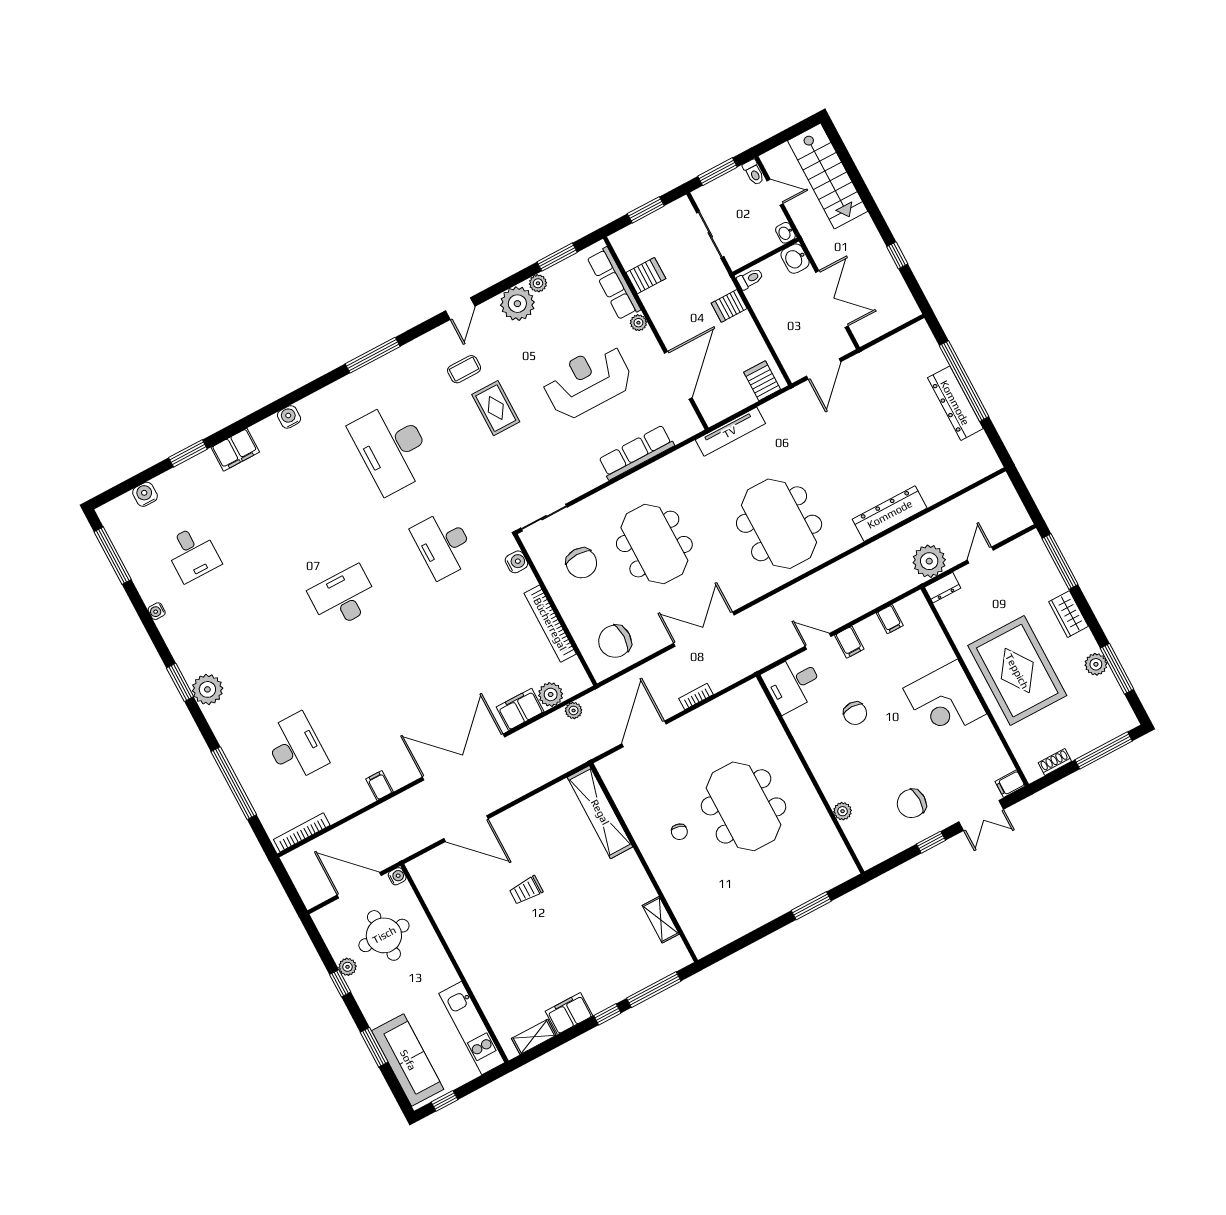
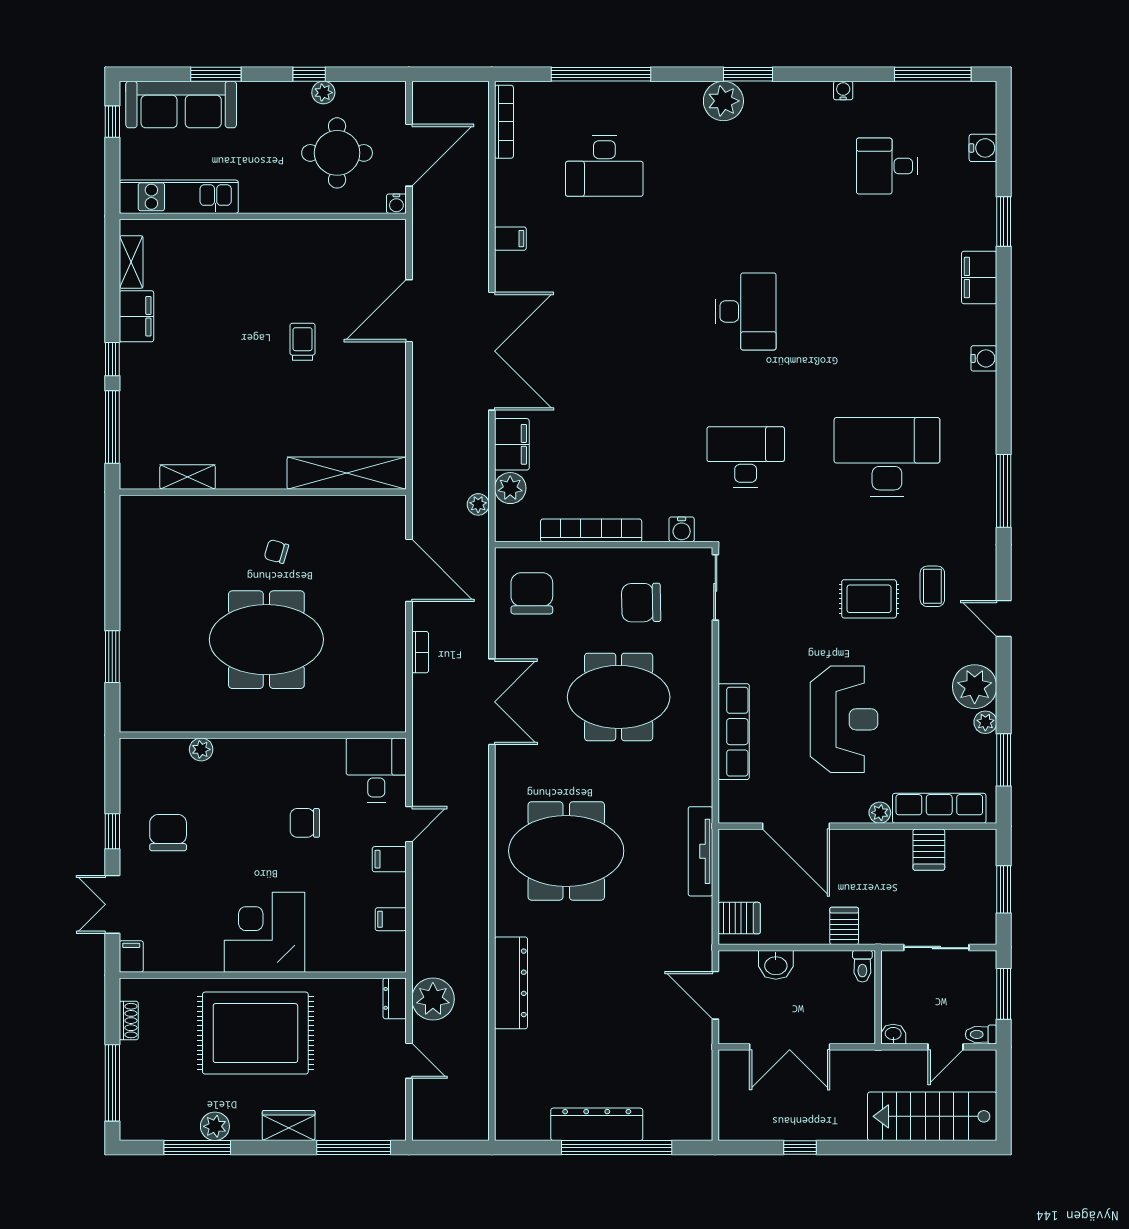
washbasin: (795, 259) -> (776, 965), moved, turned 180

